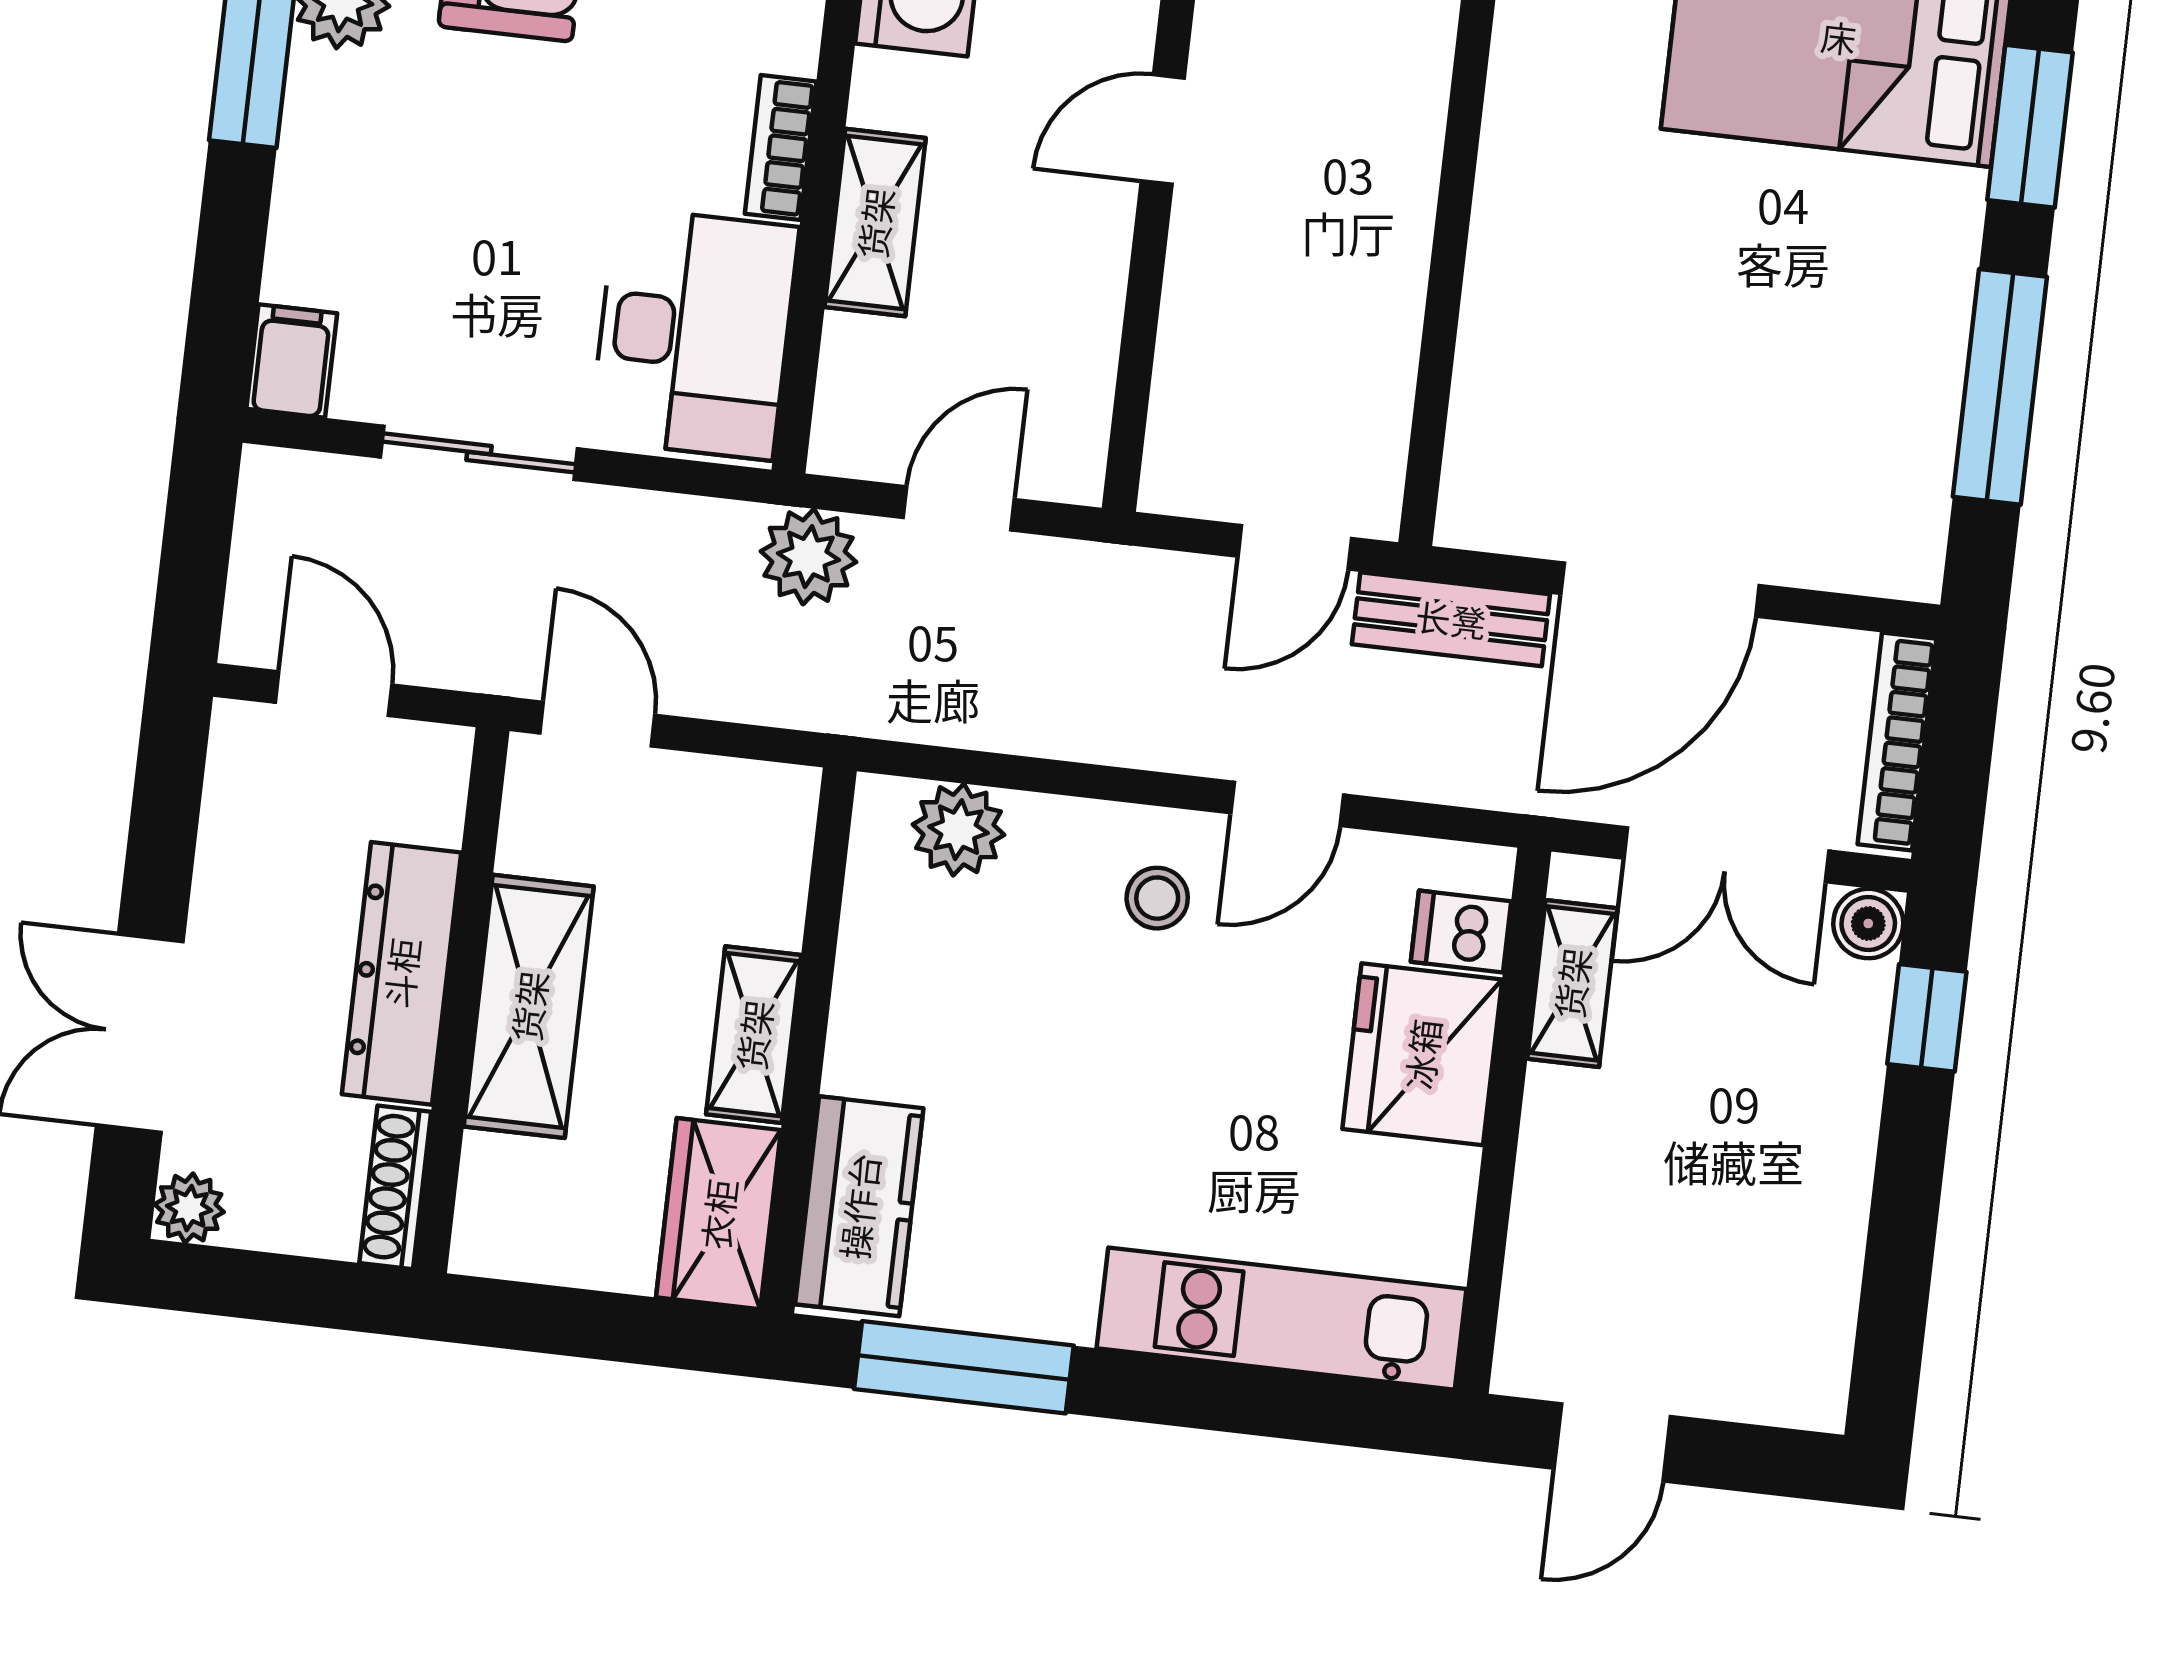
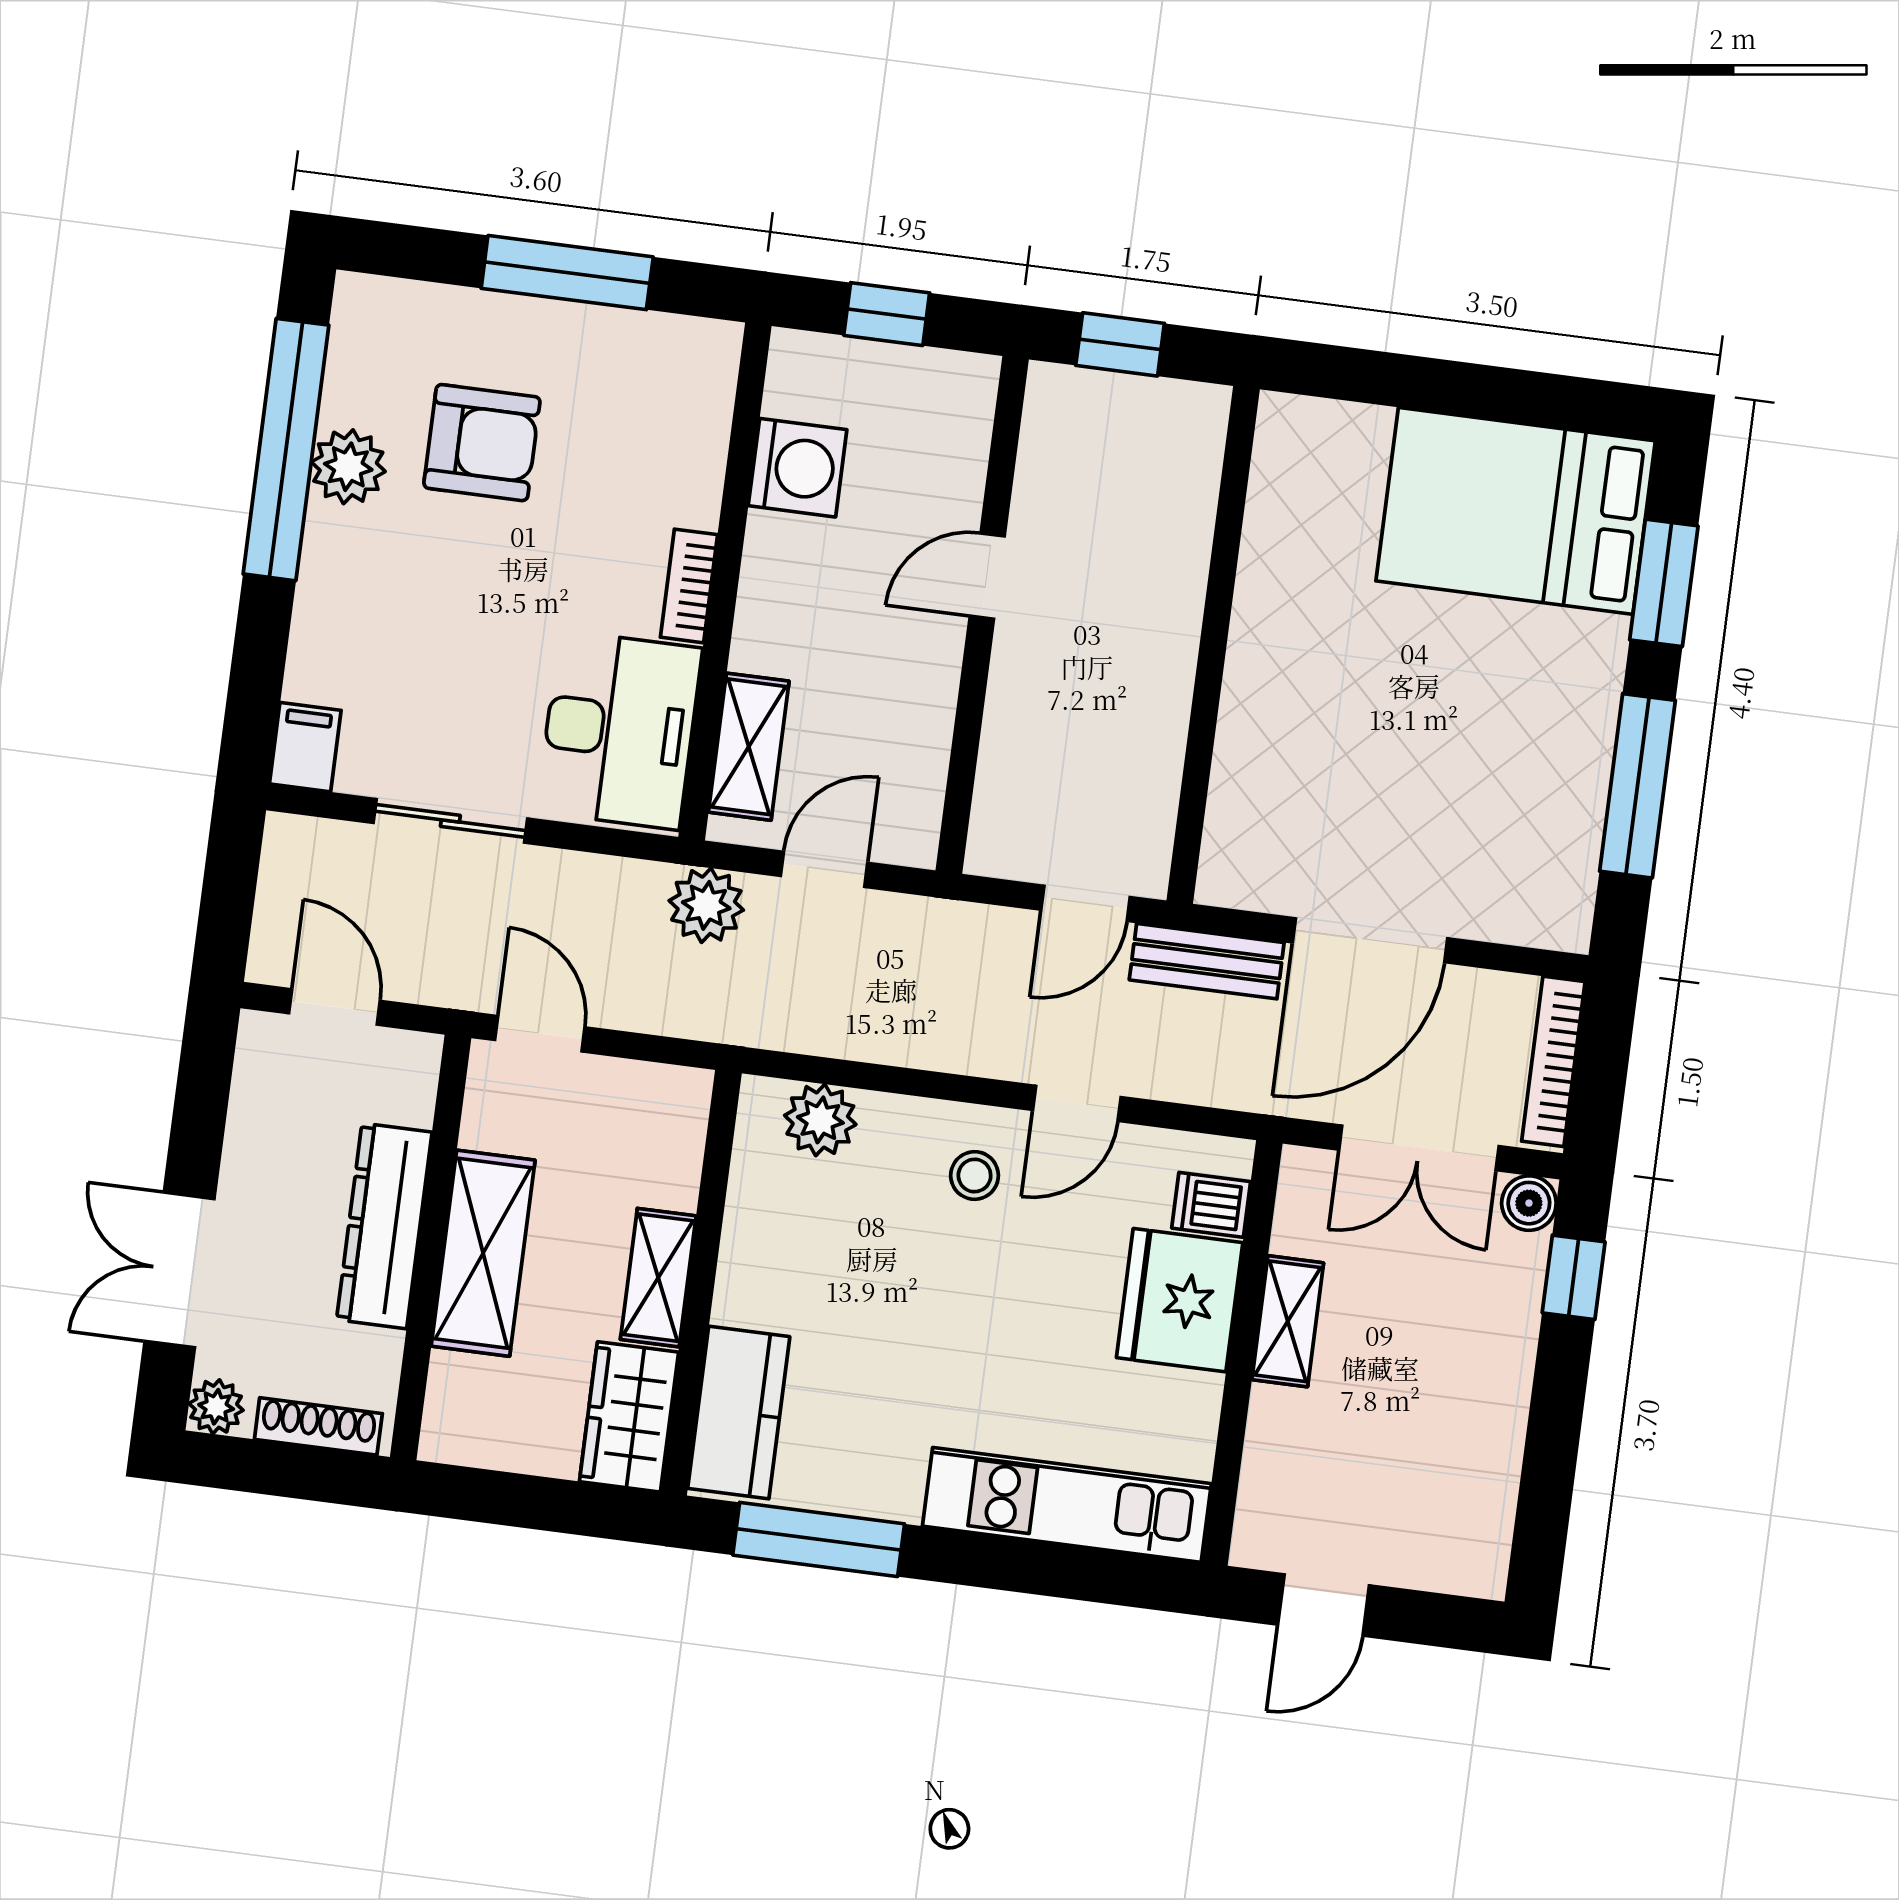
shelving: (875, 223) -> (749, 747), moved
shelving: (1572, 983) -> (1288, 1321), moved
shoe rack: (395, 1187) -> (318, 1426), moved, turned 90

